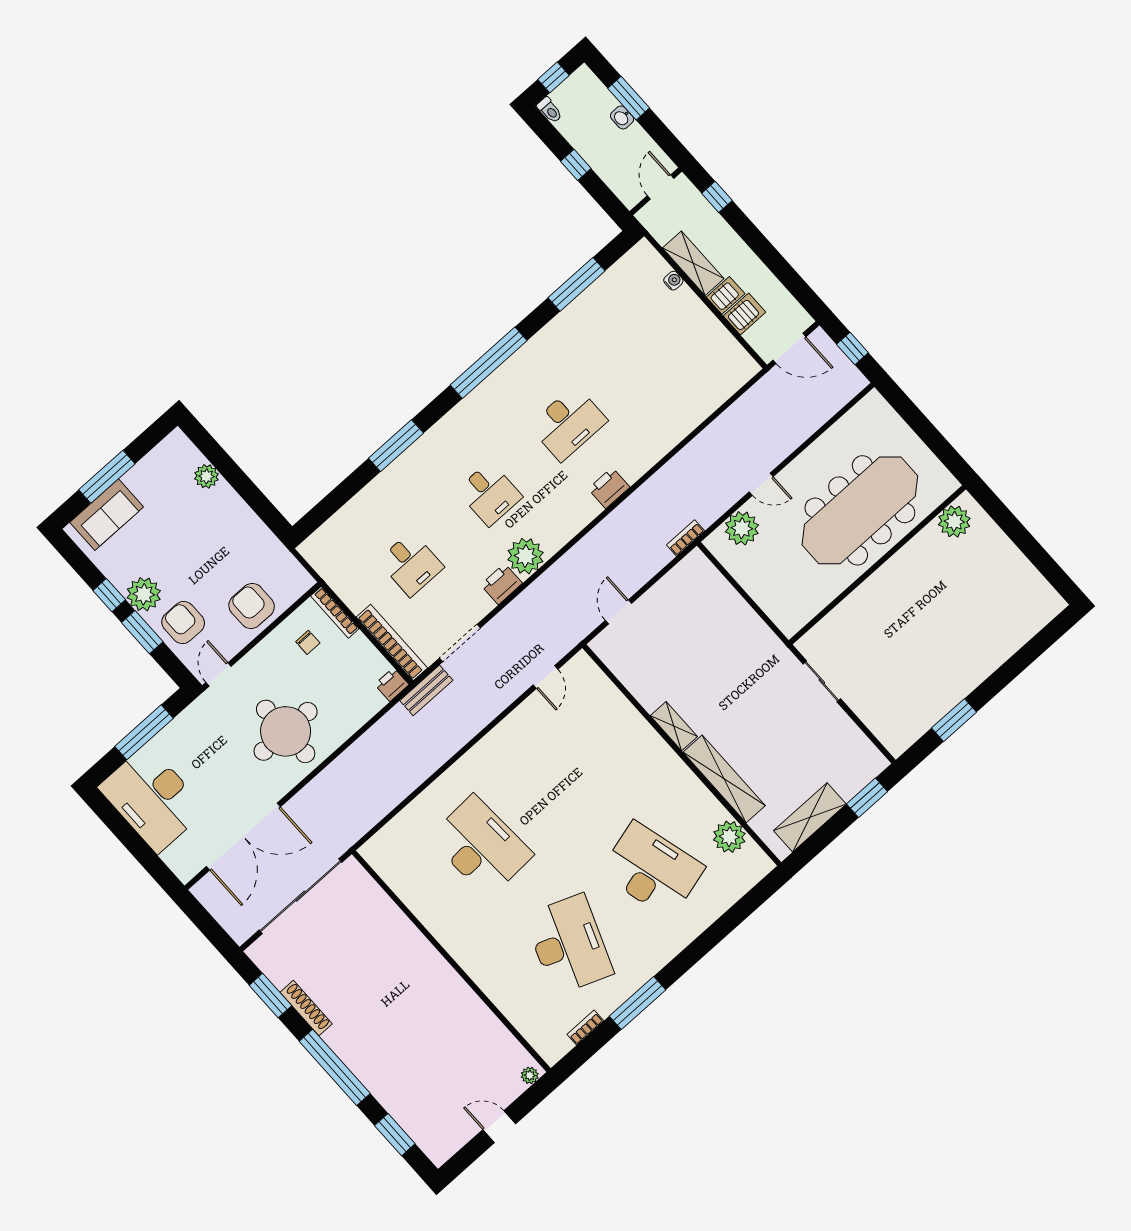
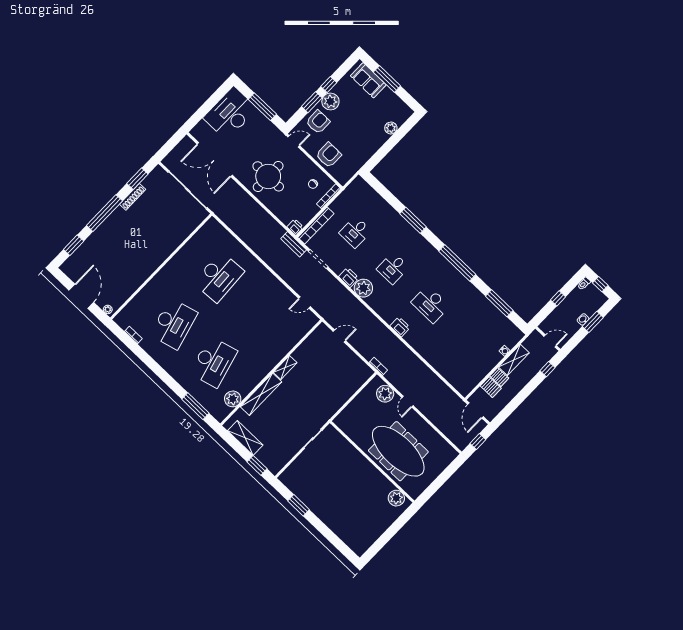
desk: (569, 944) -> (174, 324), turned -36
window: (638, 1003) -> (195, 406), moved
door: (499, 1127) -> (81, 296), width x1.87

